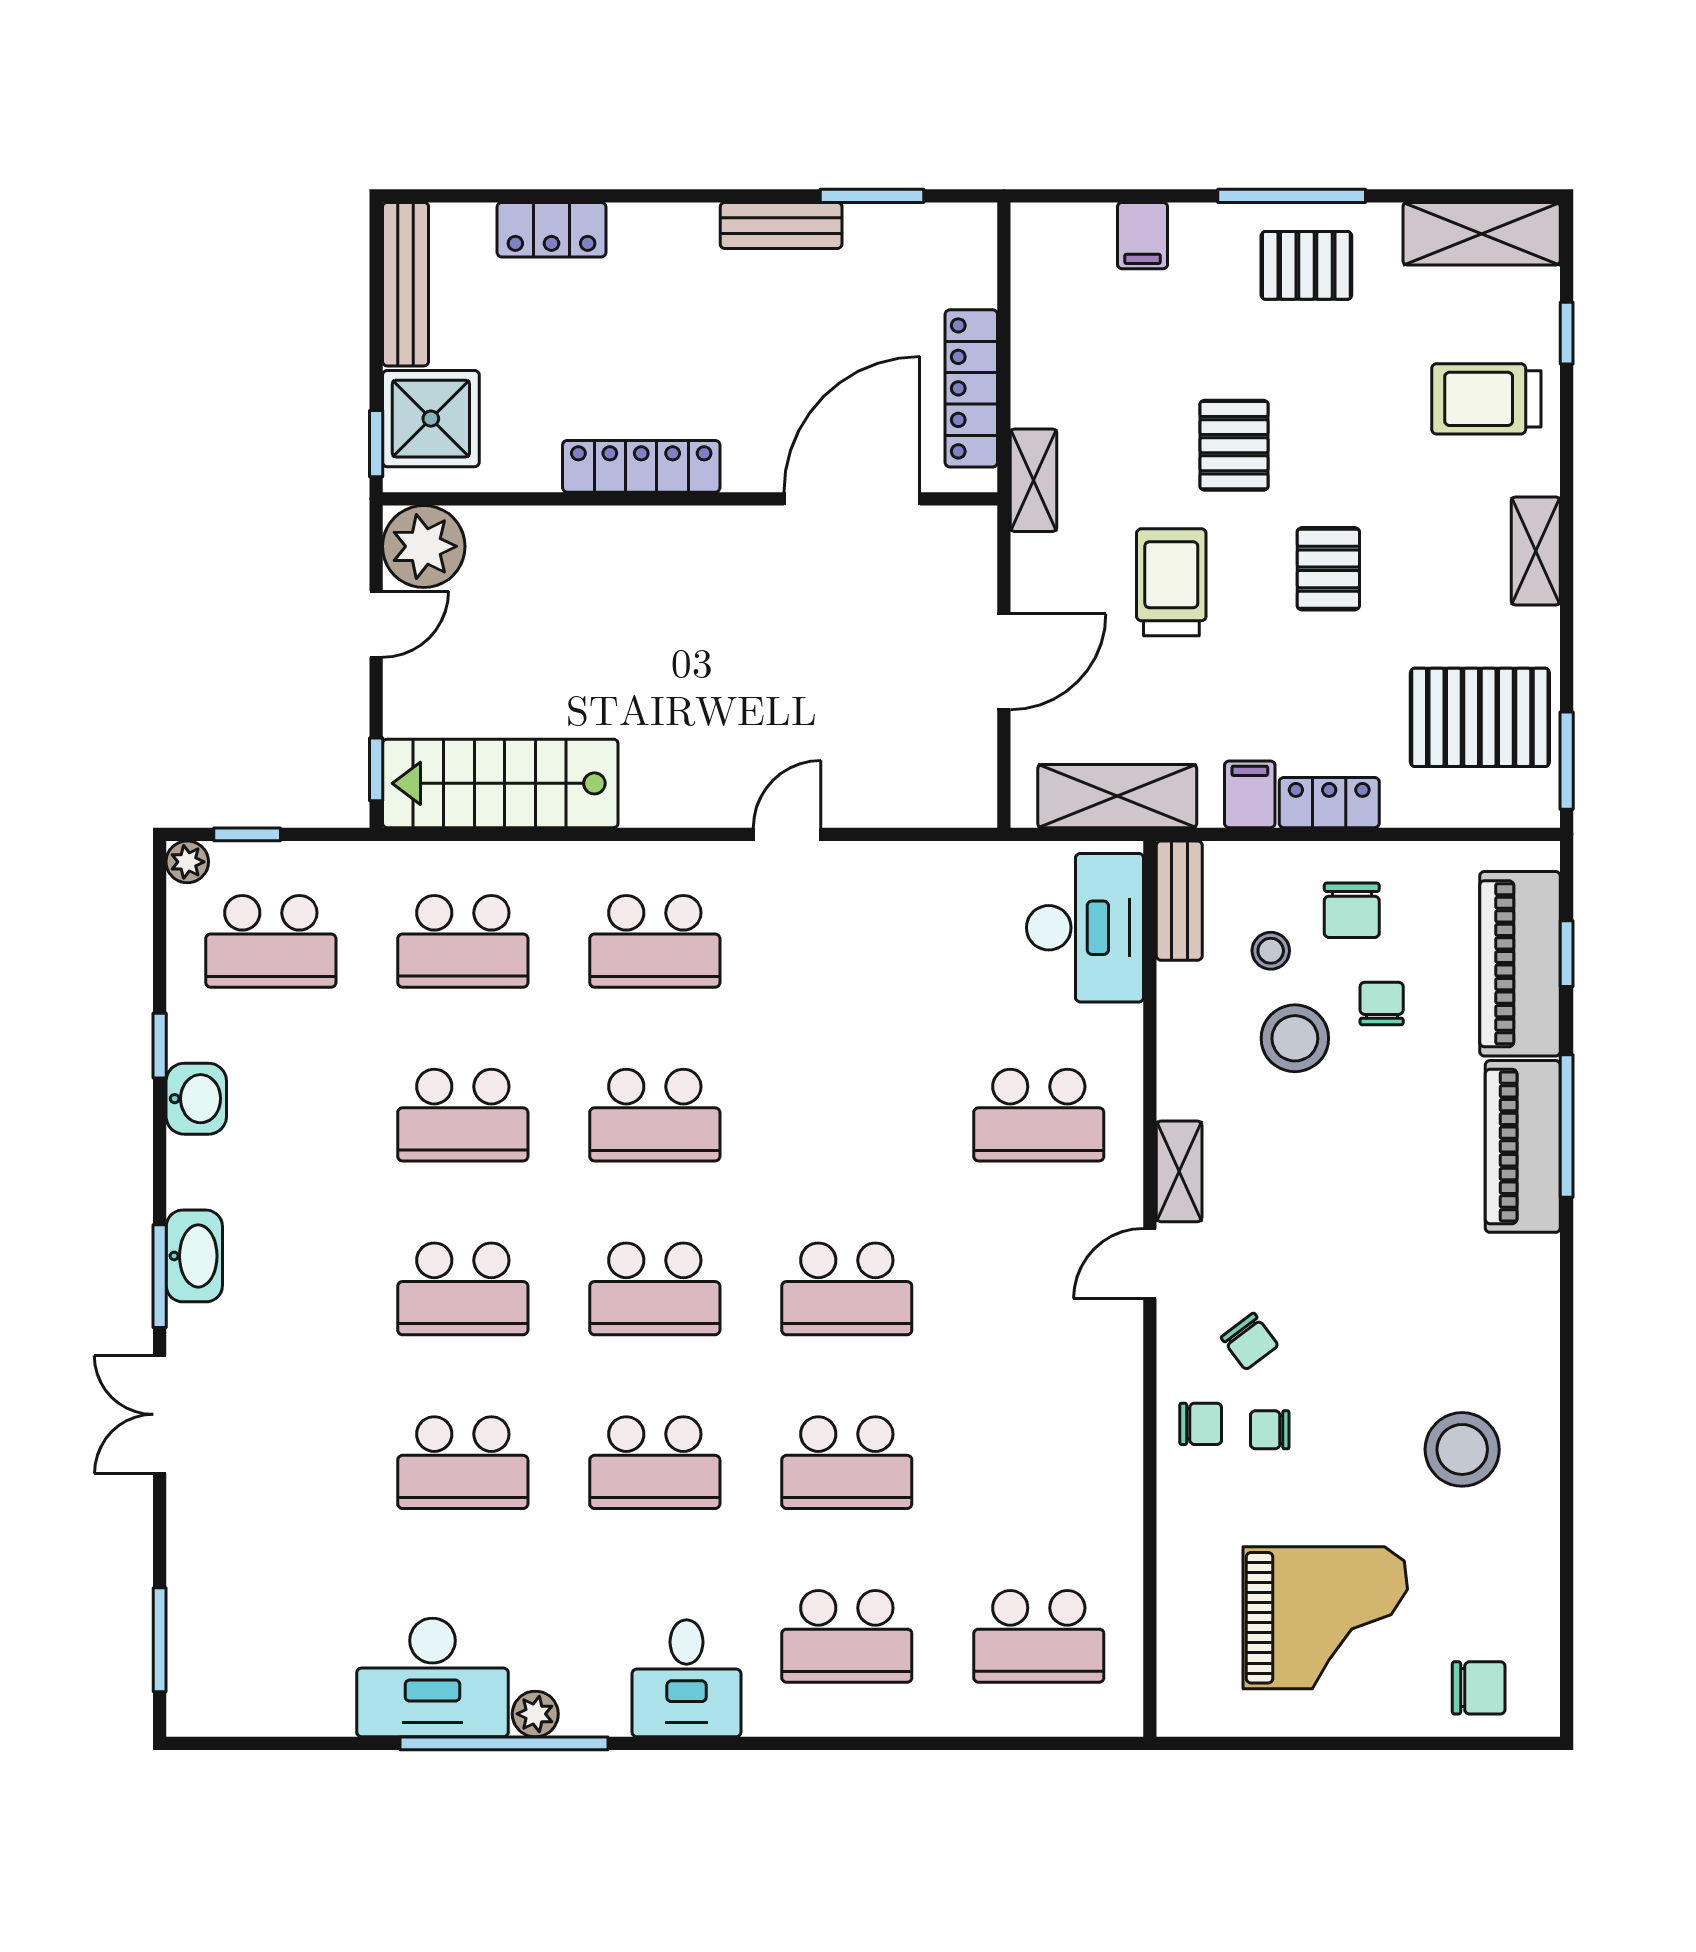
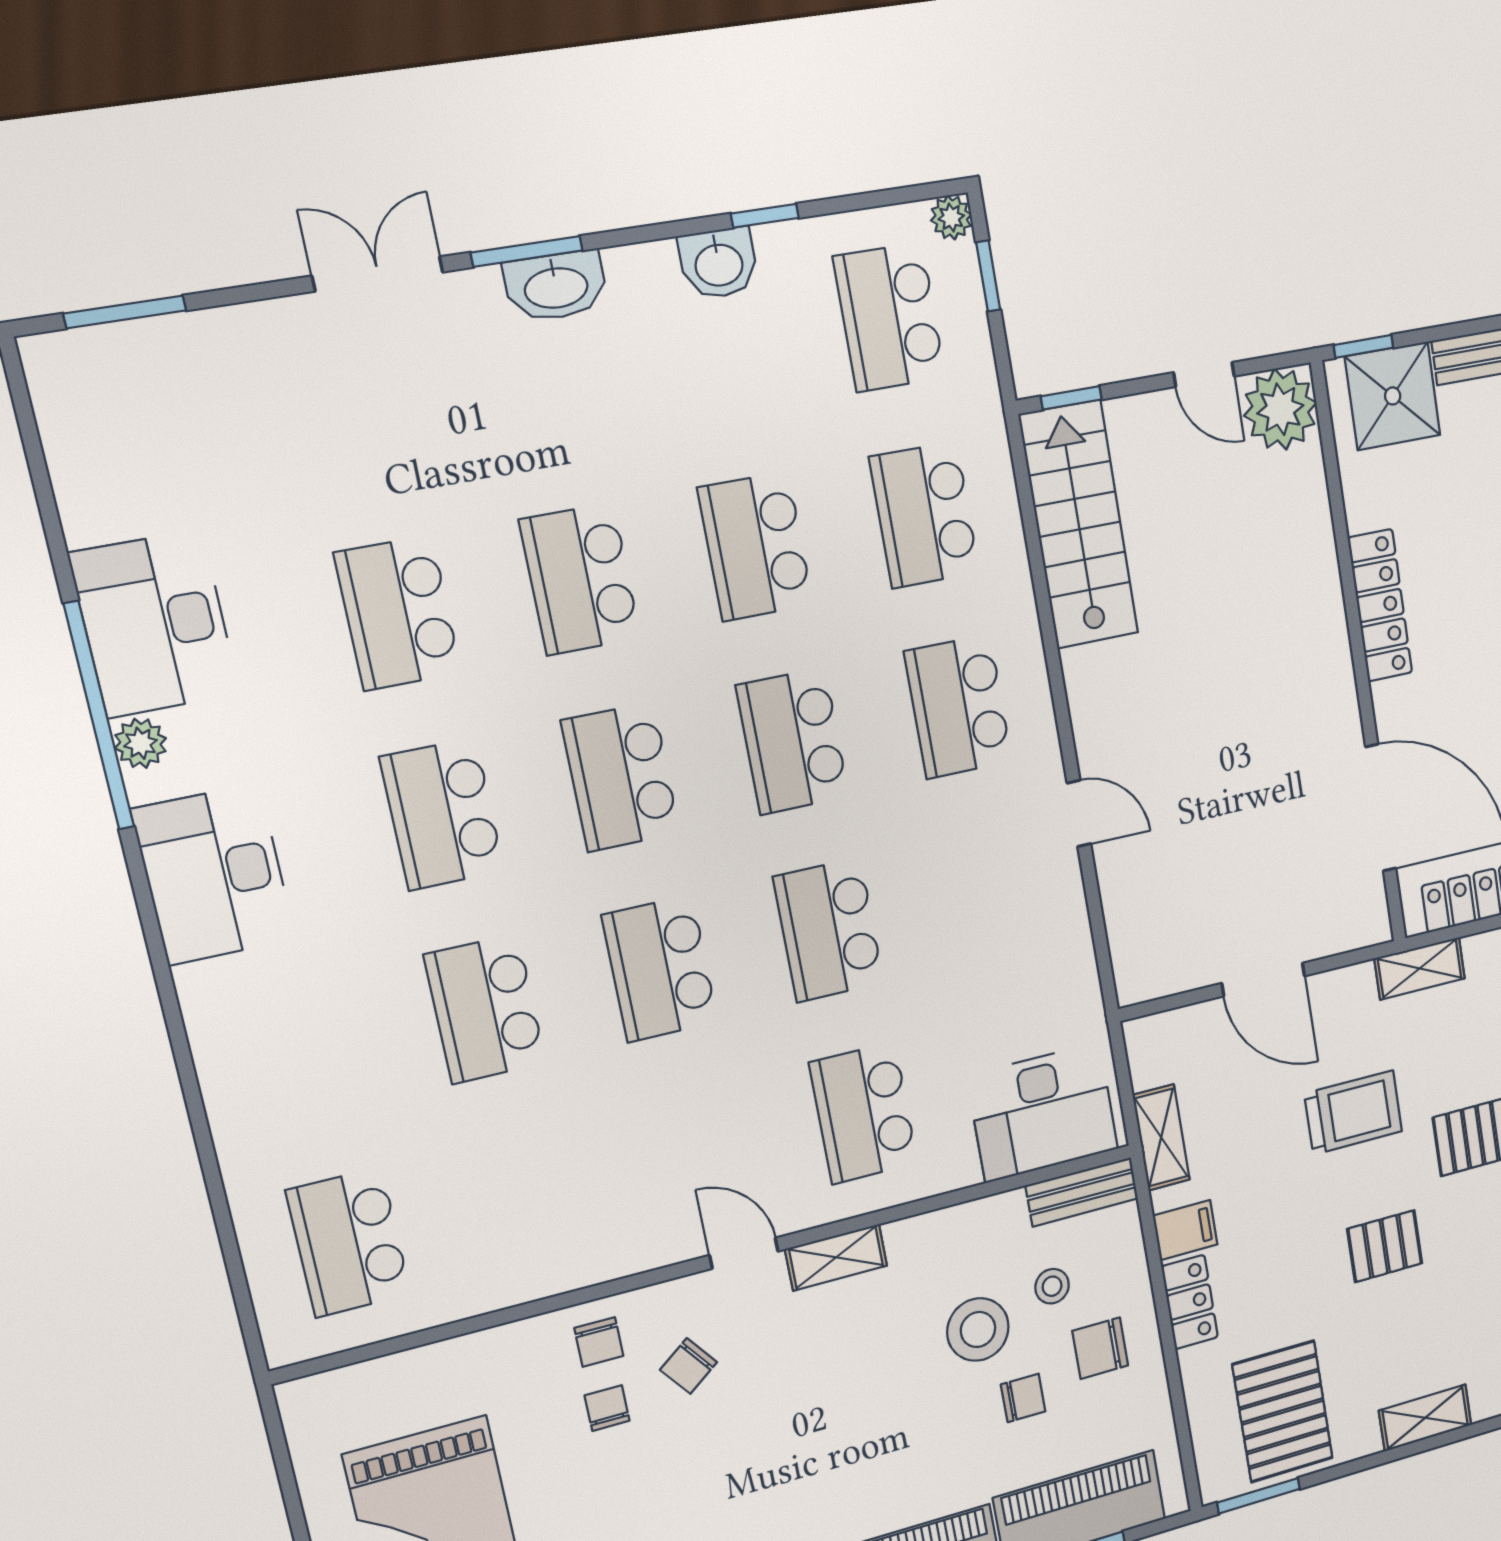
shelving: (1117, 796) -> (1161, 1137), width x0.67, depth x0.75
school desk: (847, 1636) -> (829, 930), moved
desk: (687, 1678) -> (214, 874), width x1.37

